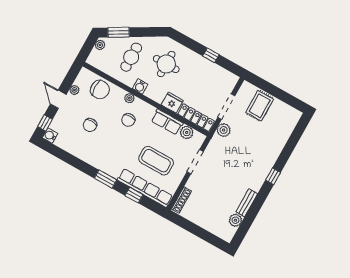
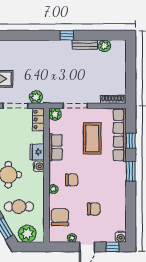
plant: (100, 45) -> (27, 234), width x1.87, depth x1.87
water cooler: (140, 86) -> (39, 166), moved
locker: (196, 118) -> (38, 119), width x0.66
plant: (187, 132) -> (55, 114), moved
window: (273, 176) -> (67, 35), moved

